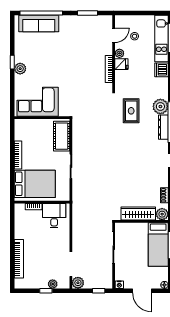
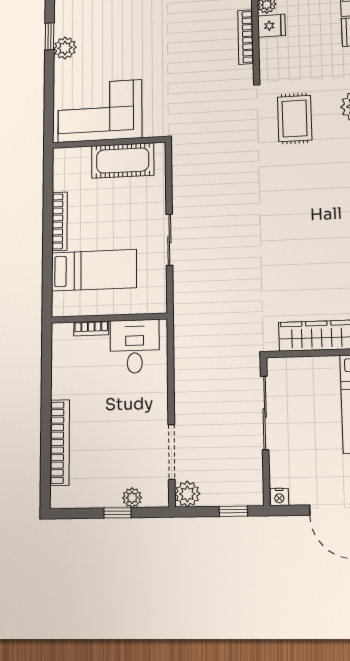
cot: (62, 136) -> (123, 161), moved, turned 90
bed: (35, 184) -> (94, 270), width x0.67

